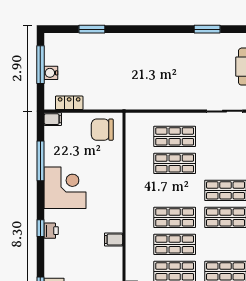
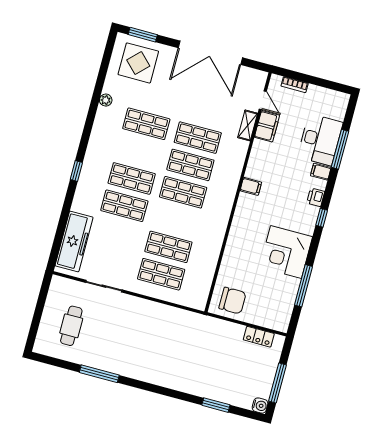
window: (207, 29) -> (99, 374), width x1.44
water cooler: (51, 73) -> (260, 406), moved
filing cabinet: (53, 119) -> (321, 172), moved
printer: (51, 231) -> (316, 197), moved

